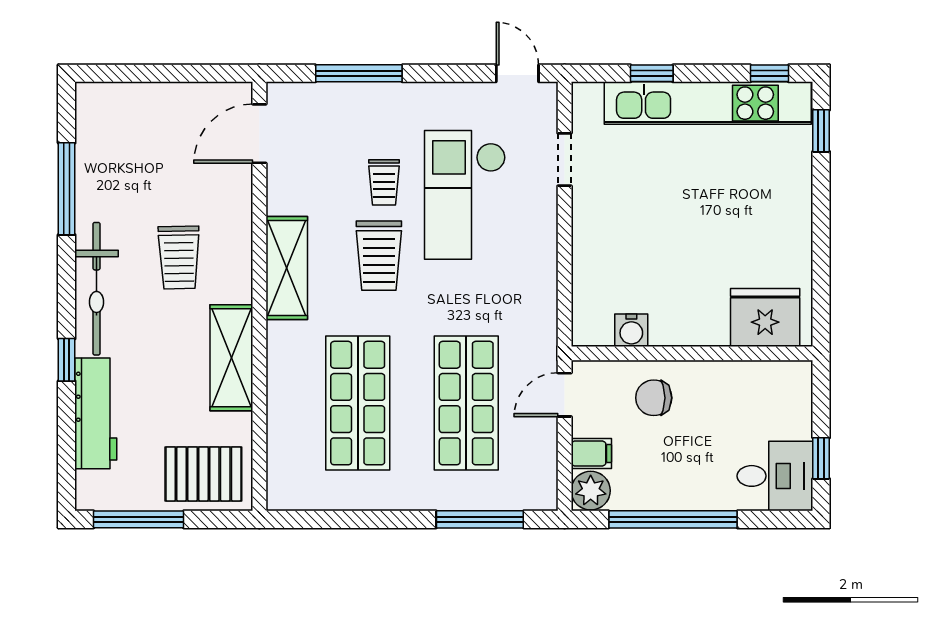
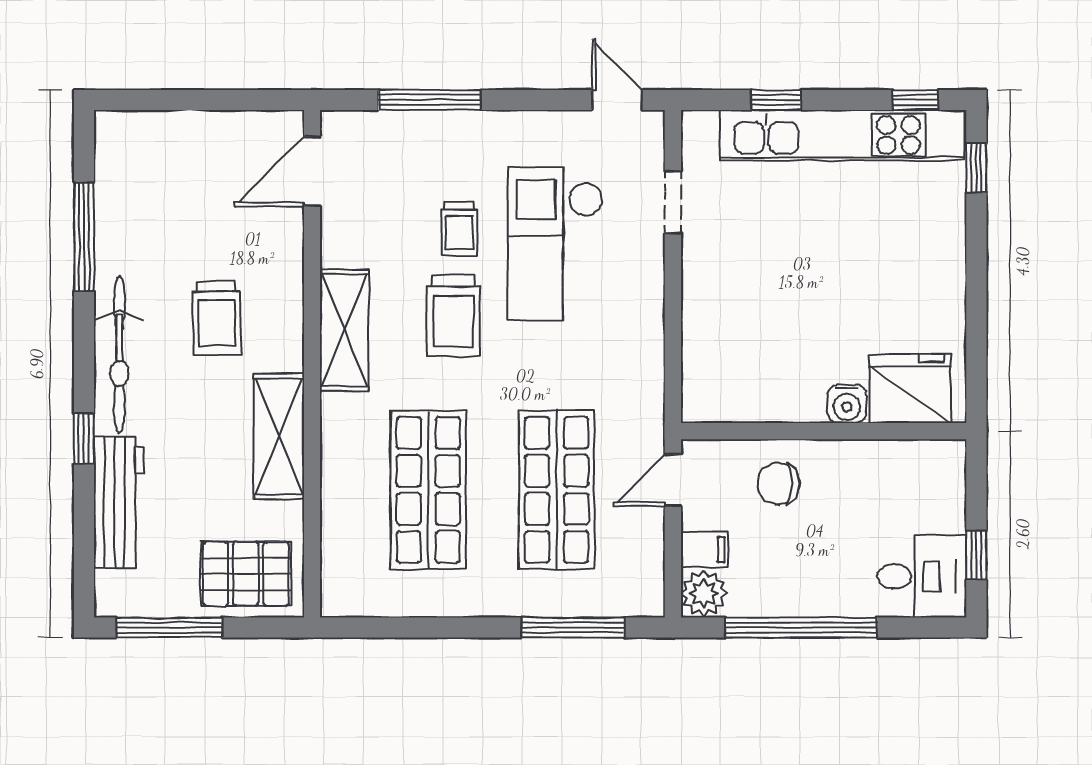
water cooler: (631, 330) -> (847, 404), moved

